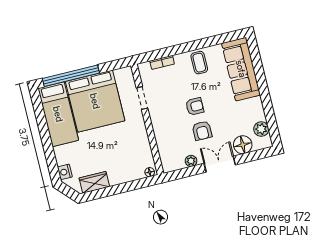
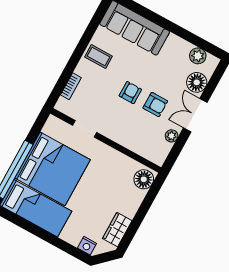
floor lamp: (150, 172) -> (144, 179), width x1.89, depth x1.89

